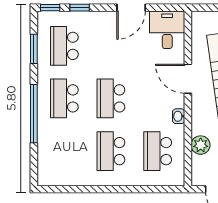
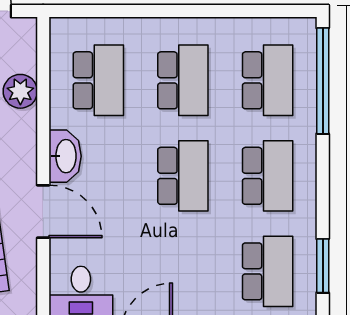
window: (34, 114) -> (323, 81), moved
washbasin: (179, 116) -> (65, 156), width x1.91, depth x1.45
school desk: (64, 151) -> (268, 80), added

